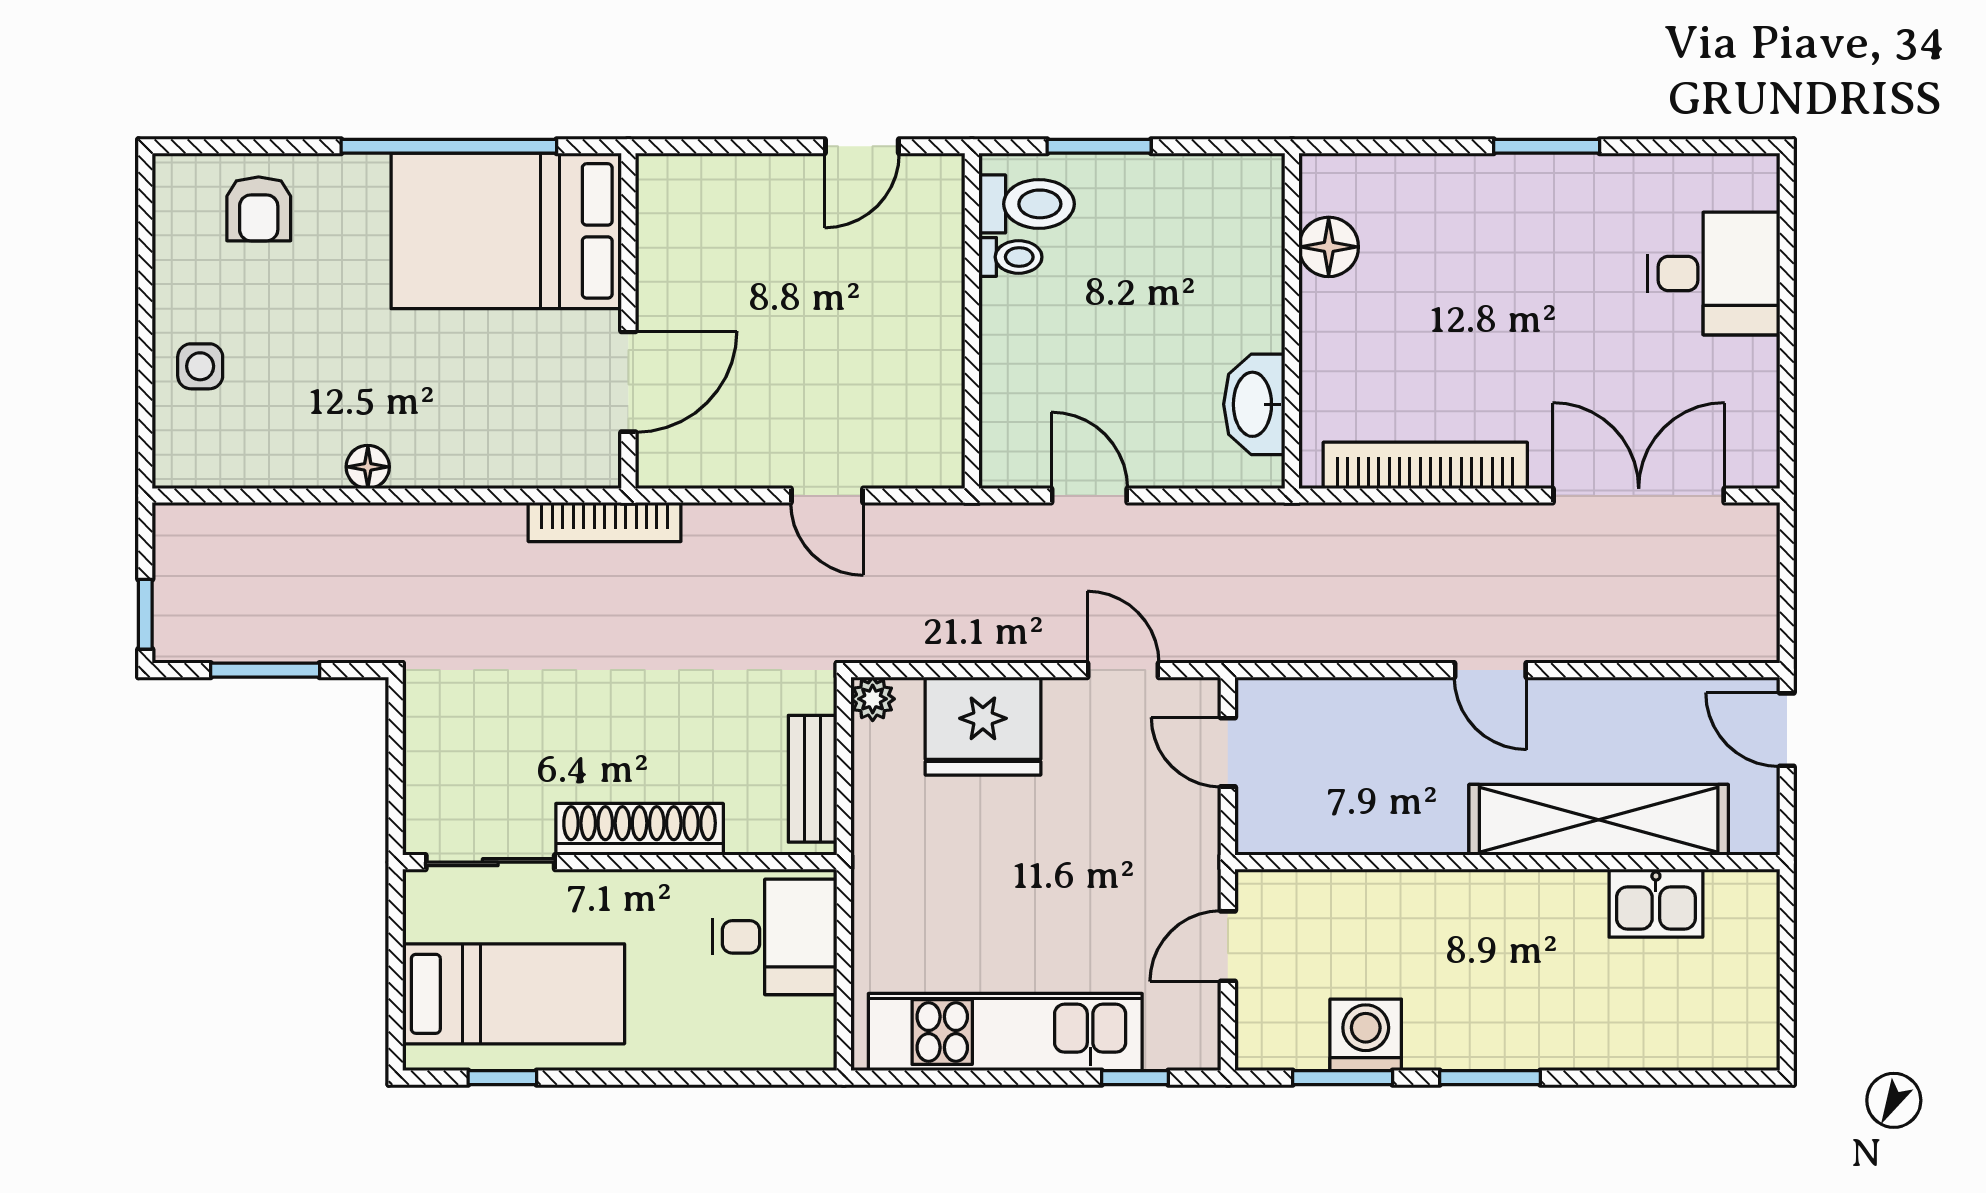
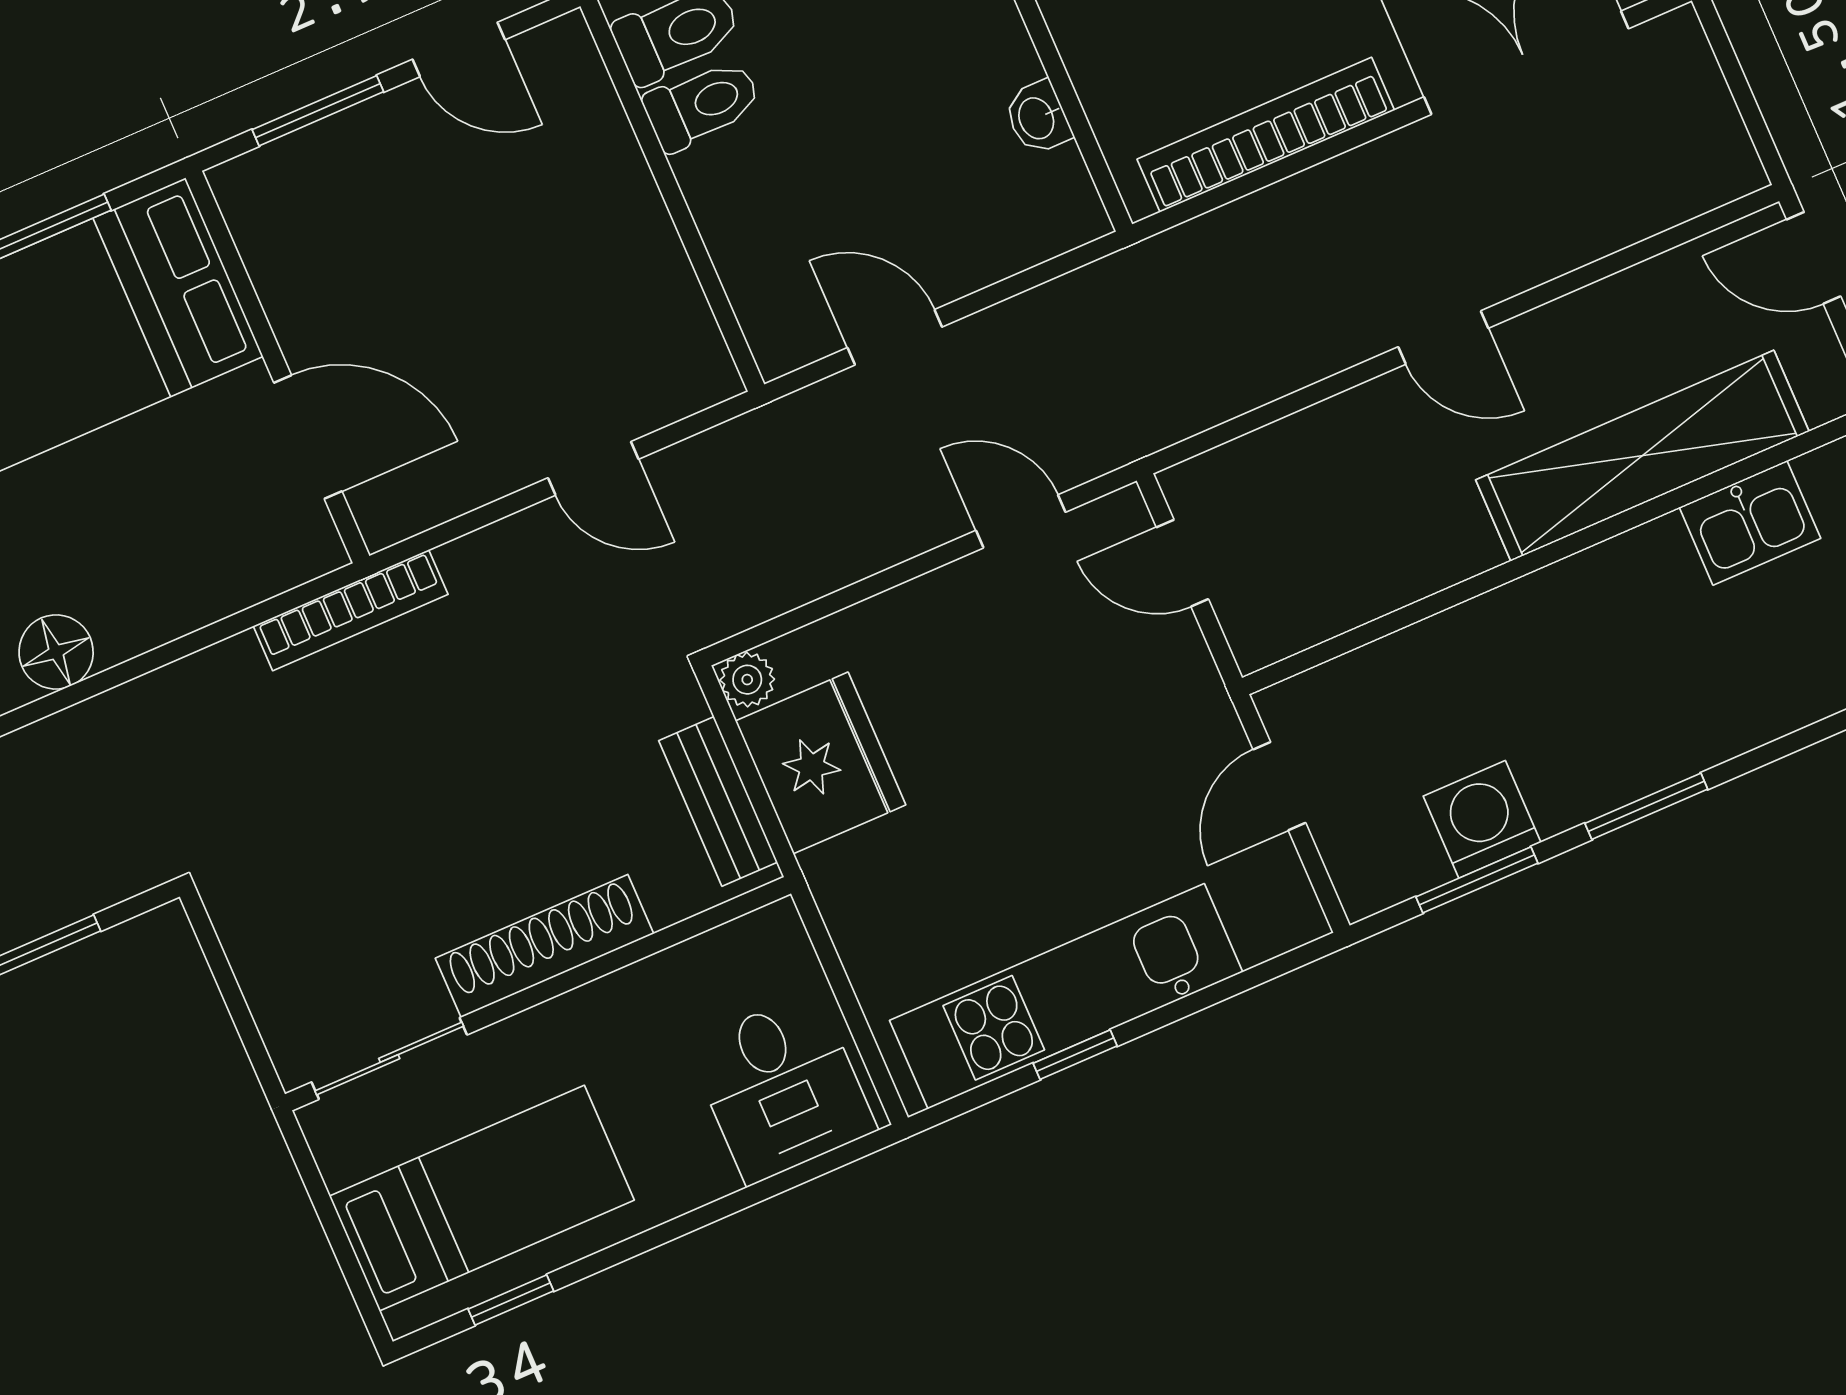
window: (740, 146) -> (318, 111), added
door: (862, 146) -> (459, 49), hinge flipped
toilet: (1010, 257) -> (702, 105), width x1.37, depth x1.39
door: (628, 382) -> (308, 437), hinge flipped
washbasin: (1254, 404) -> (1038, 118), width x0.52, depth x0.69
floor lamp: (368, 467) -> (56, 652), width x1.37, depth x1.37
fridge: (983, 726) -> (821, 763), moved, turned -90
desk: (775, 937) -> (782, 1088), moved, turned 90
window: (1135, 1078) -> (1075, 1055), moved

